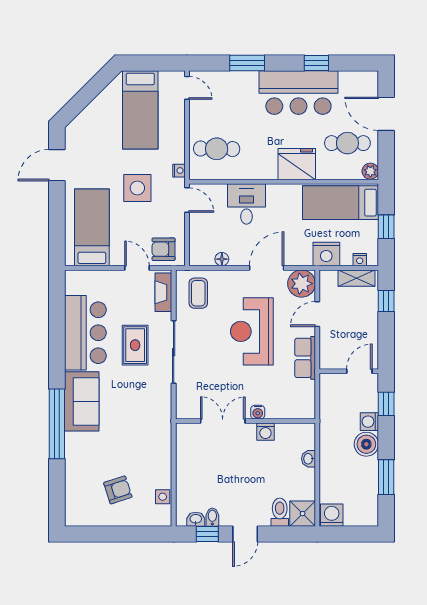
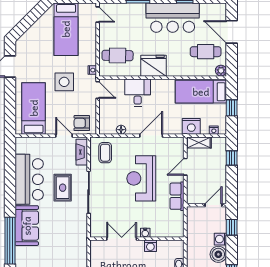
fridge: (297, 164) -> (153, 66), moved
shelving: (356, 278) -> (199, 142), moved
plant: (302, 284) -> (175, 146), removed

